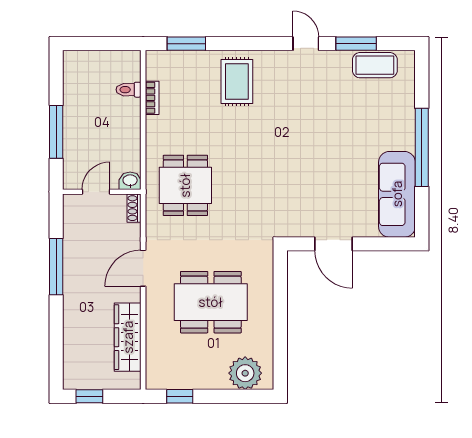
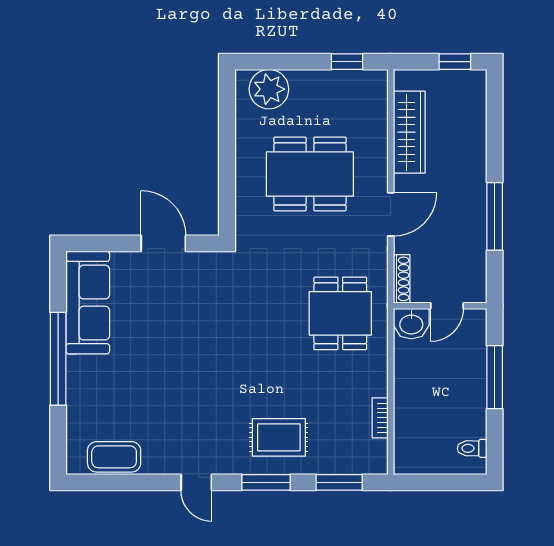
window: (356, 44) -> (266, 482), moved
rug: (237, 82) -> (279, 437), turned 90
toilet: (129, 90) -> (472, 448), moved, turned 180
washbasin: (130, 181) -> (411, 324), width x1.38, depth x1.45
shoe rack: (134, 208) -> (402, 279), width x1.43

